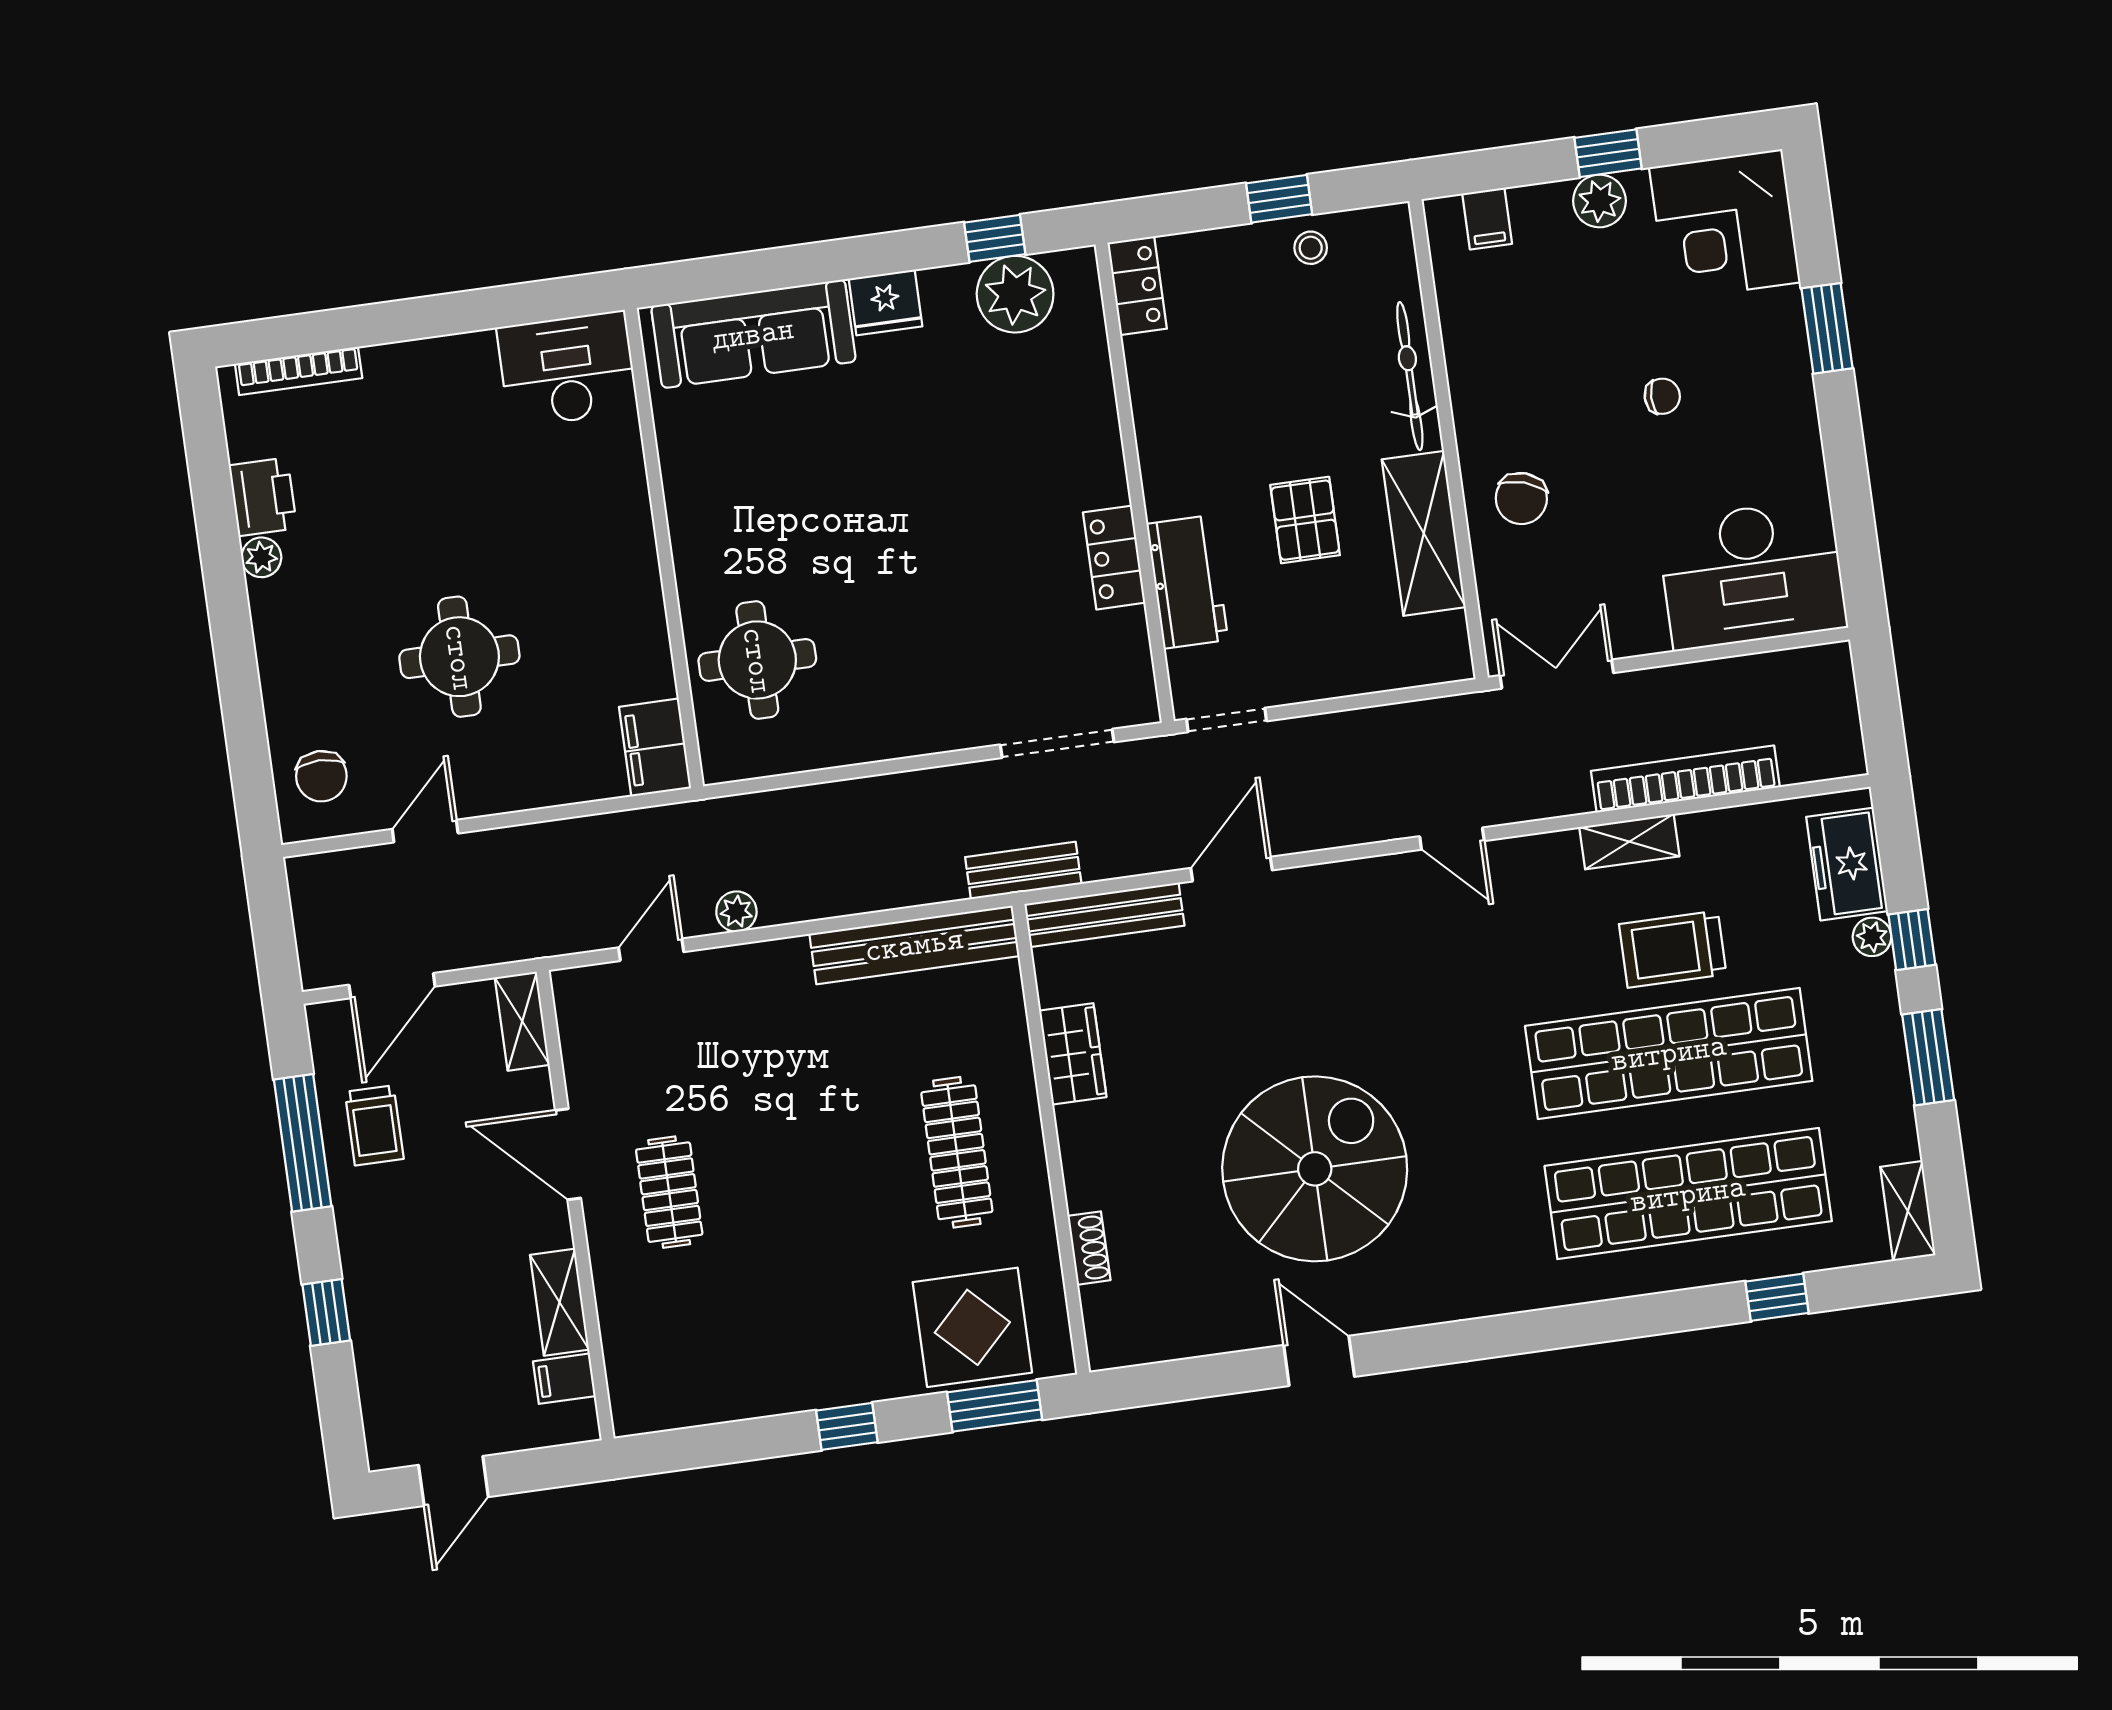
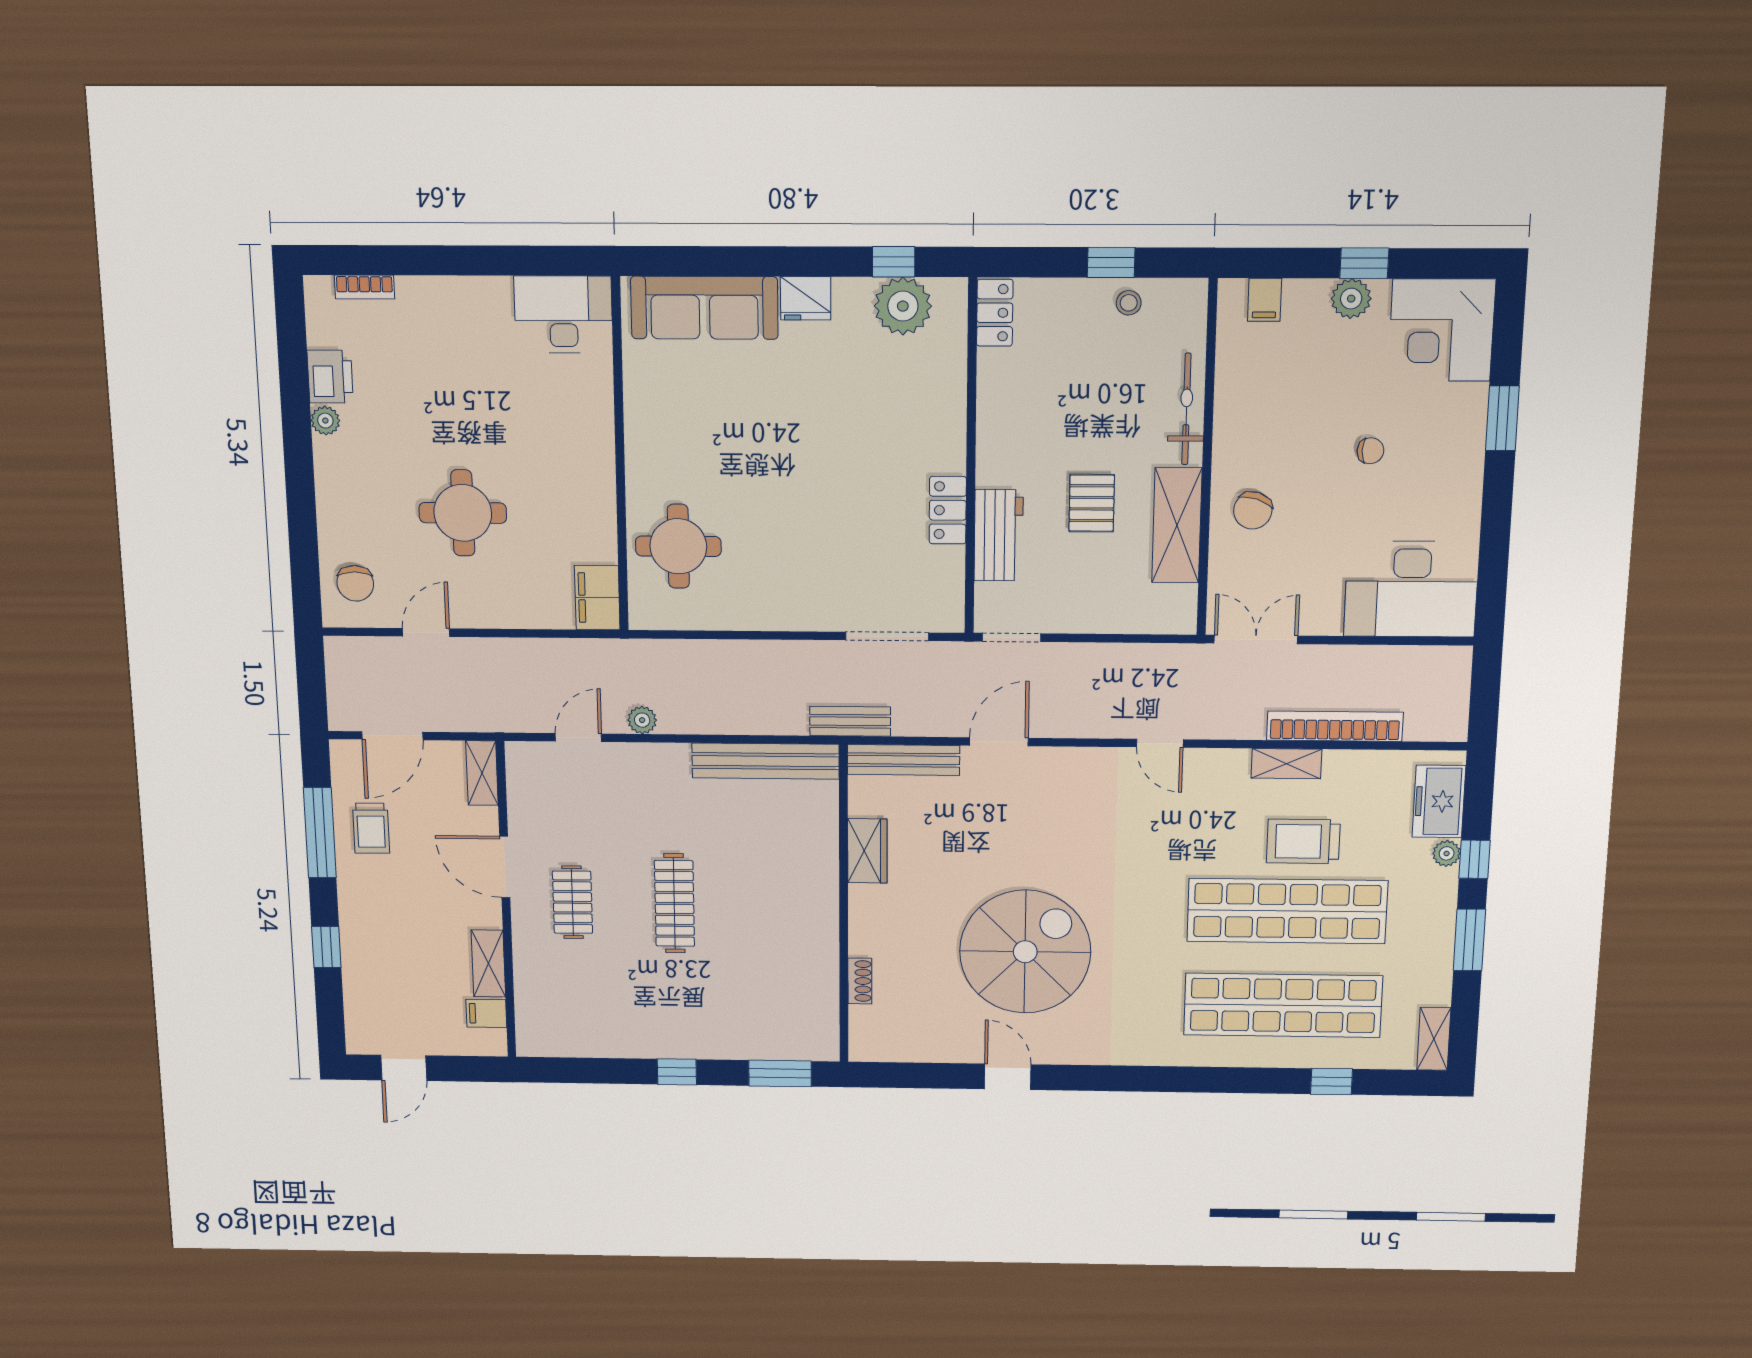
bookcase: (299, 371) -> (364, 287), width x0.64
clothes rail: (957, 1152) -> (674, 903), moved
display table: (972, 1327) -> (772, 1021), removed

